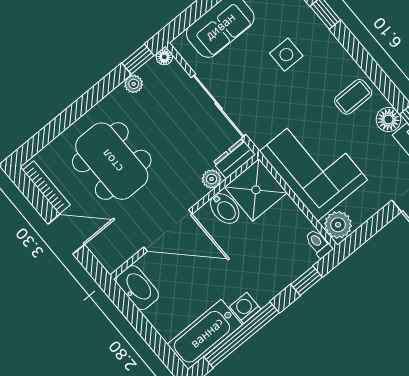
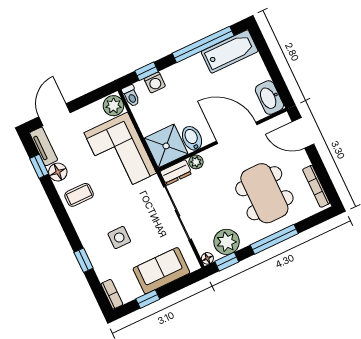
plant: (134, 84) -> (227, 242), width x1.88, depth x1.88
window: (84, 104) -> (274, 239), added
door: (66, 234) -> (303, 133), moved
washing machine: (245, 308) -> (155, 82), moved

